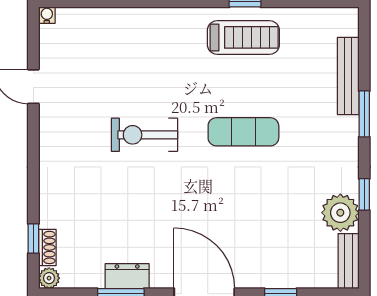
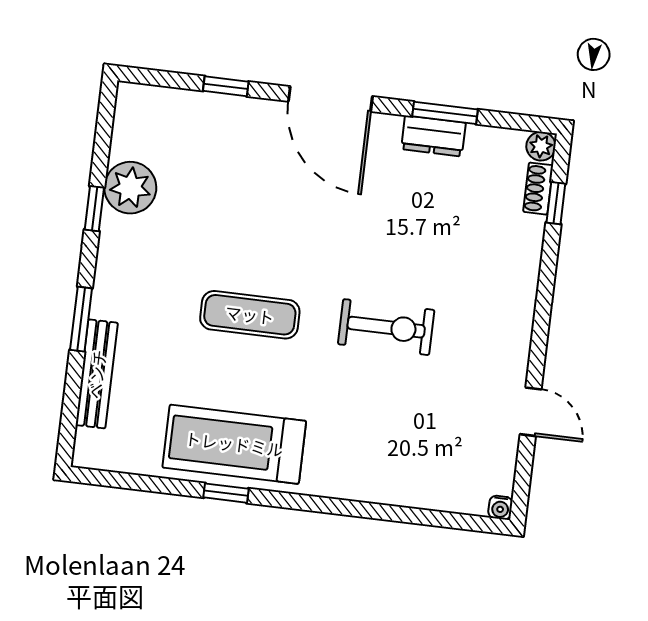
treadmill: (243, 37) -> (234, 444), width x1.37, depth x1.38
bench: (349, 261) -> (127, 120), removed

